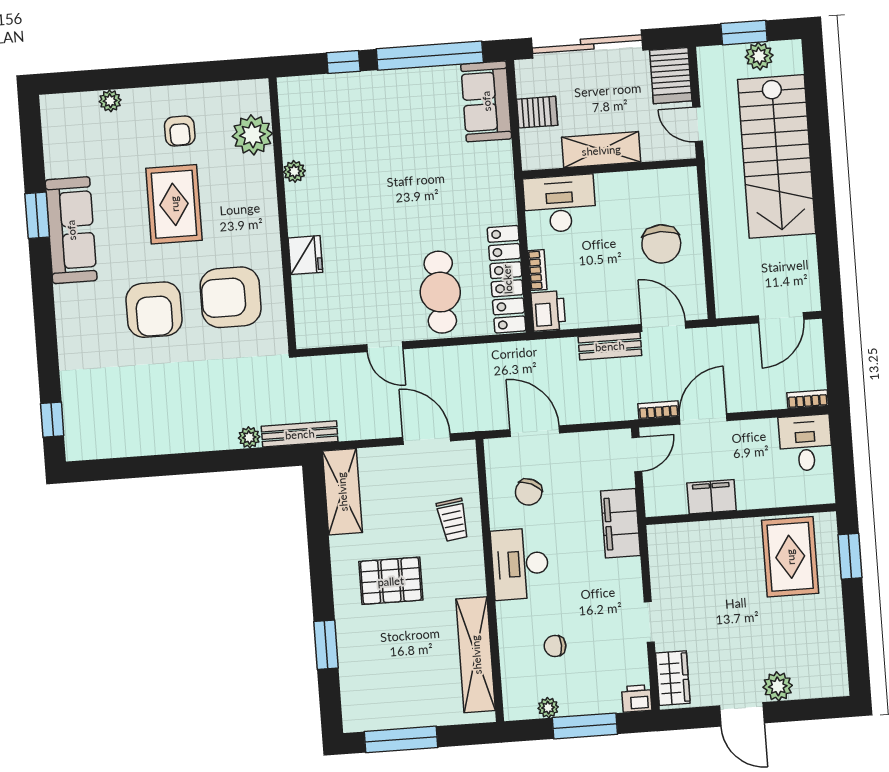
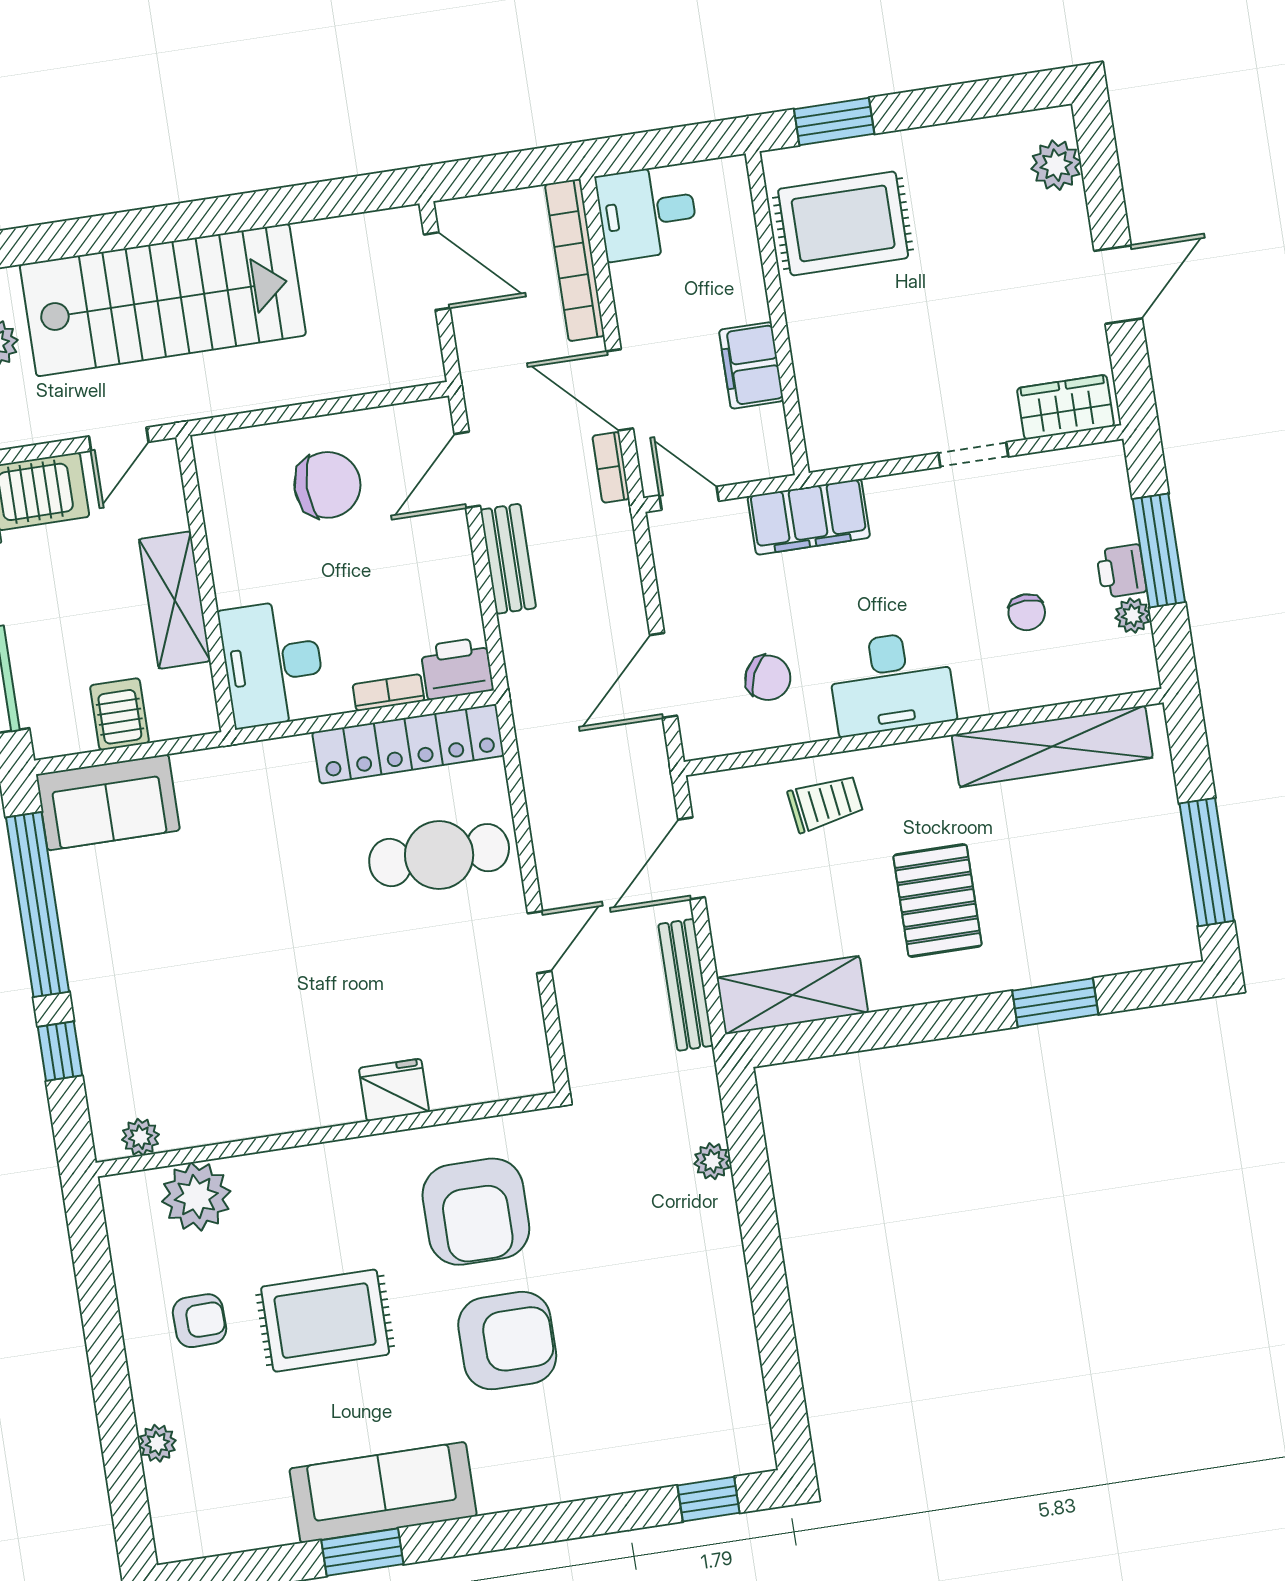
plant: (294, 171) -> (140, 1137), moved
bookcase: (808, 399) -> (575, 260), width x2.31, depth x1.31
bench: (300, 434) -> (686, 985), moved
plant: (778, 686) -> (1056, 165), moved
printer: (637, 699) -> (1121, 571), moved

